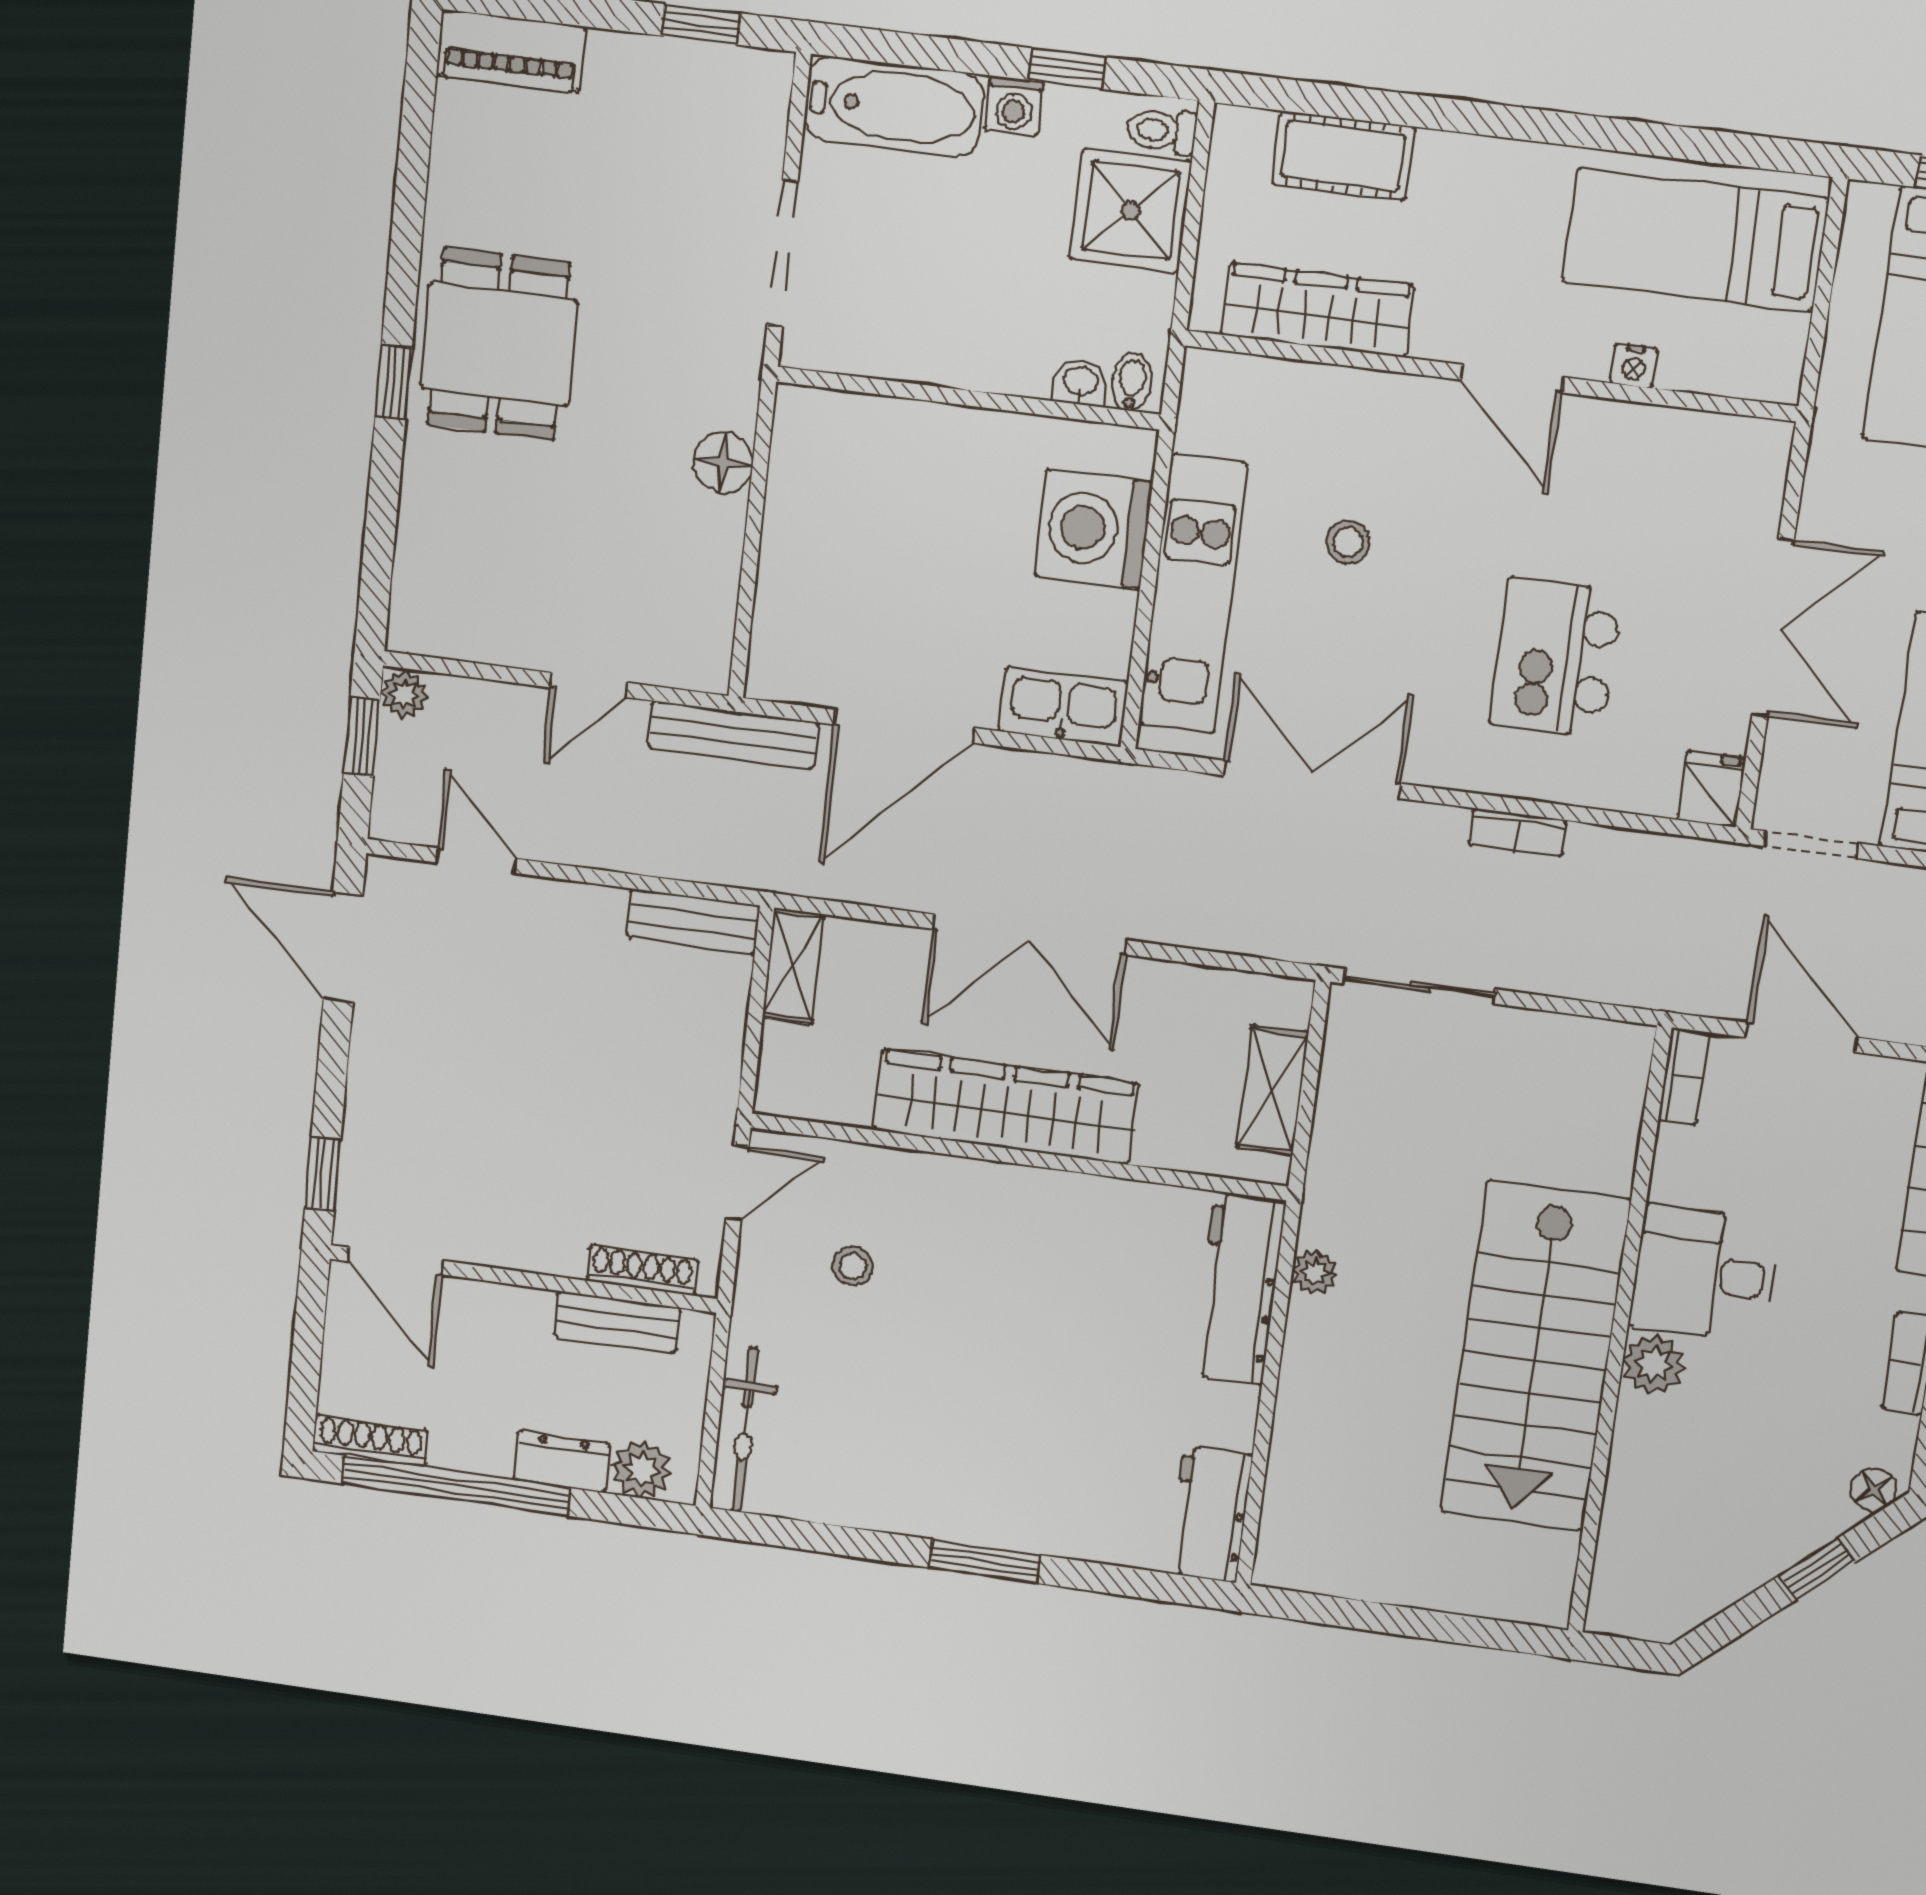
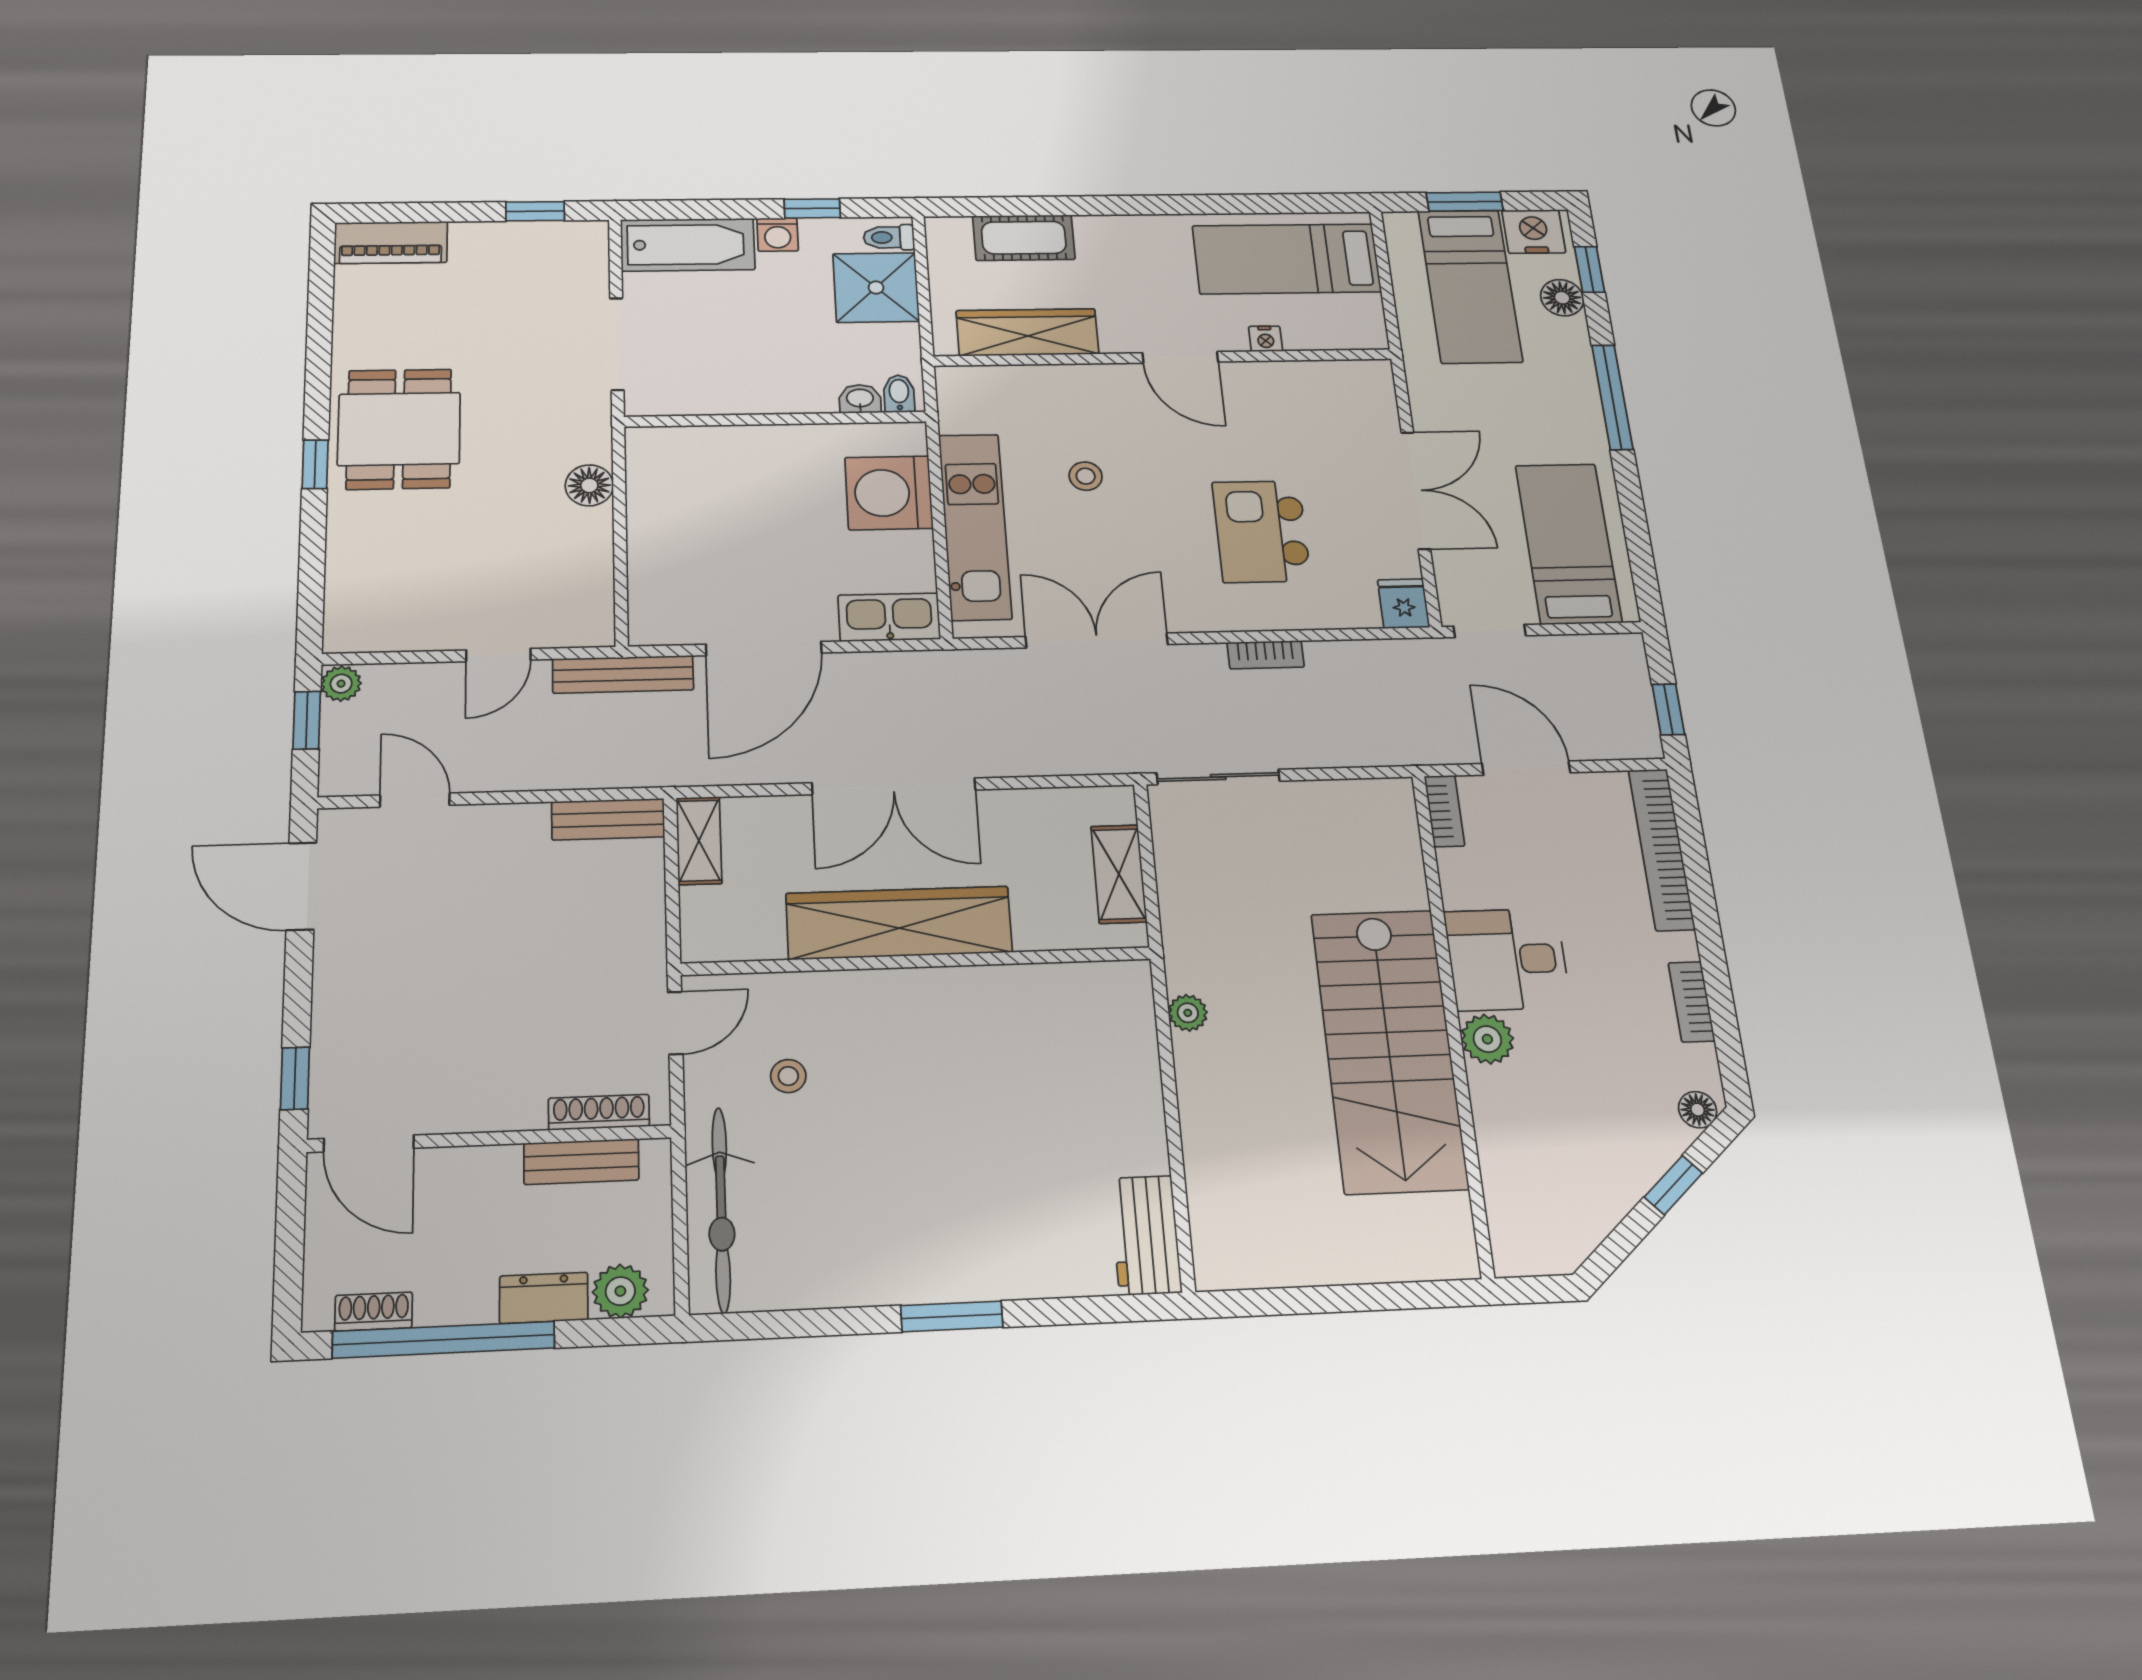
workbench: (1239, 1288) -> (1127, 1037), removed
bicycle: (745, 1430) -> (721, 1209), width x1.37, depth x1.40
shoe rack: (370, 1441) -> (374, 1312), width x0.70

